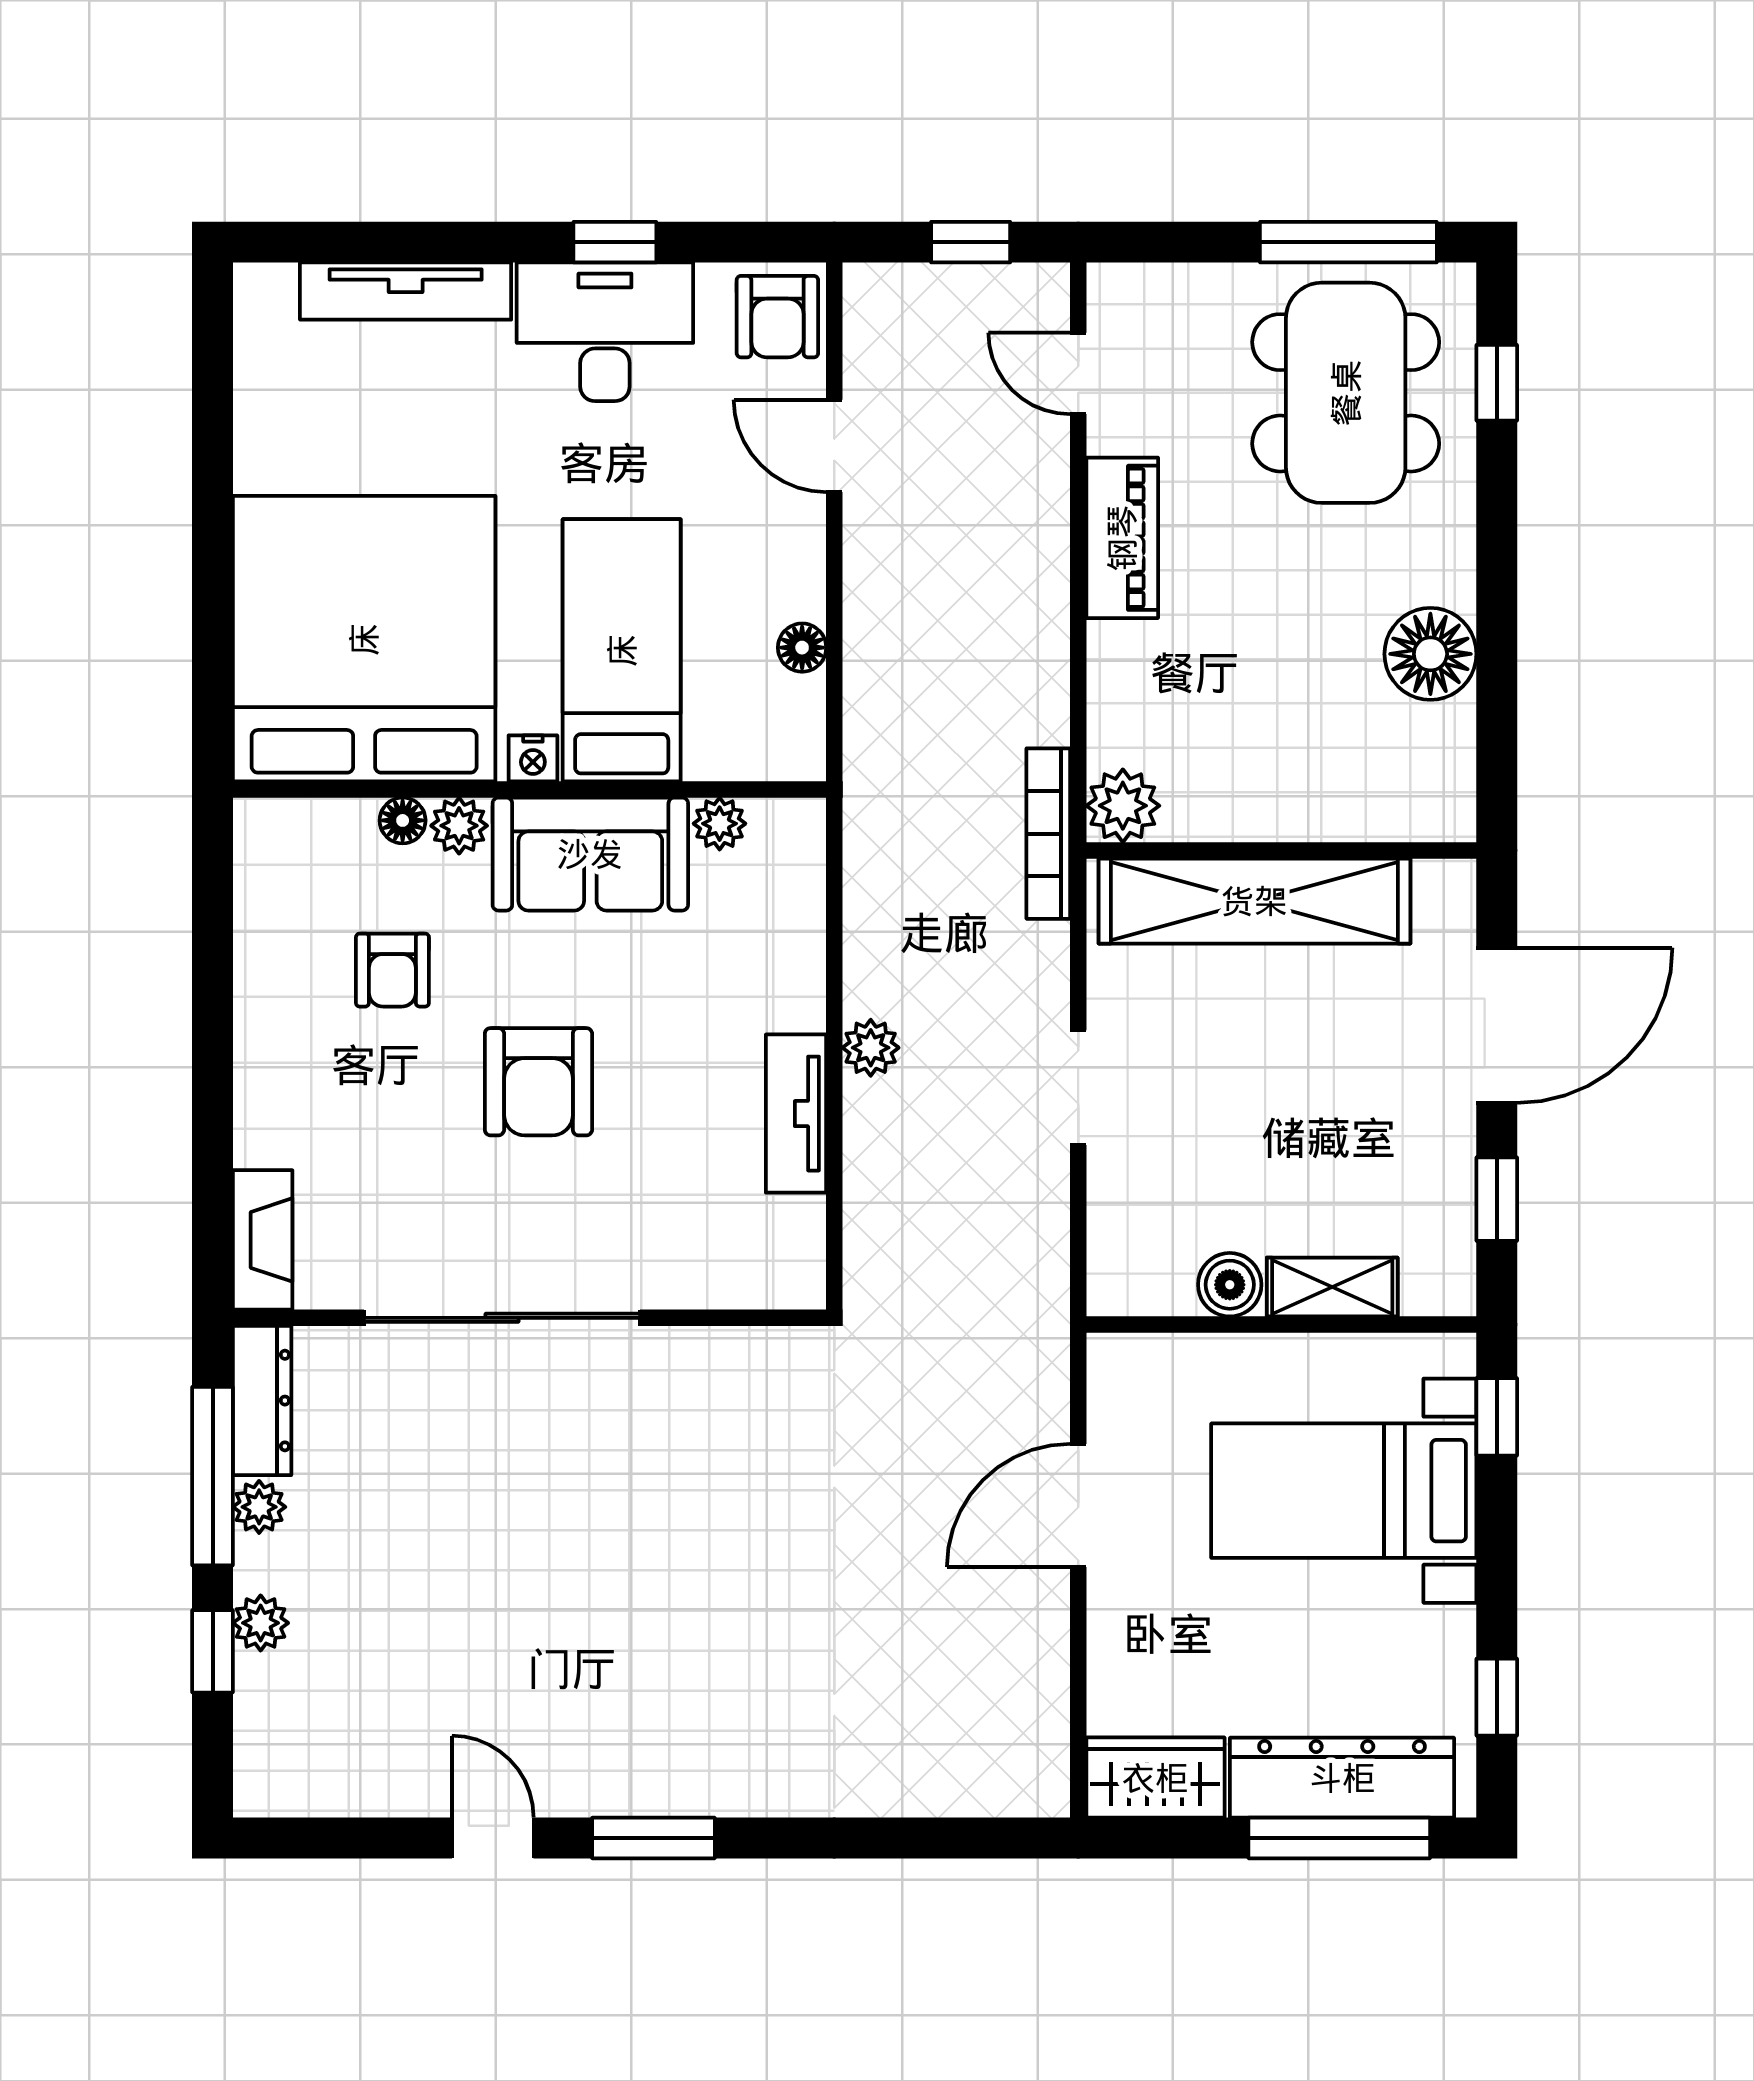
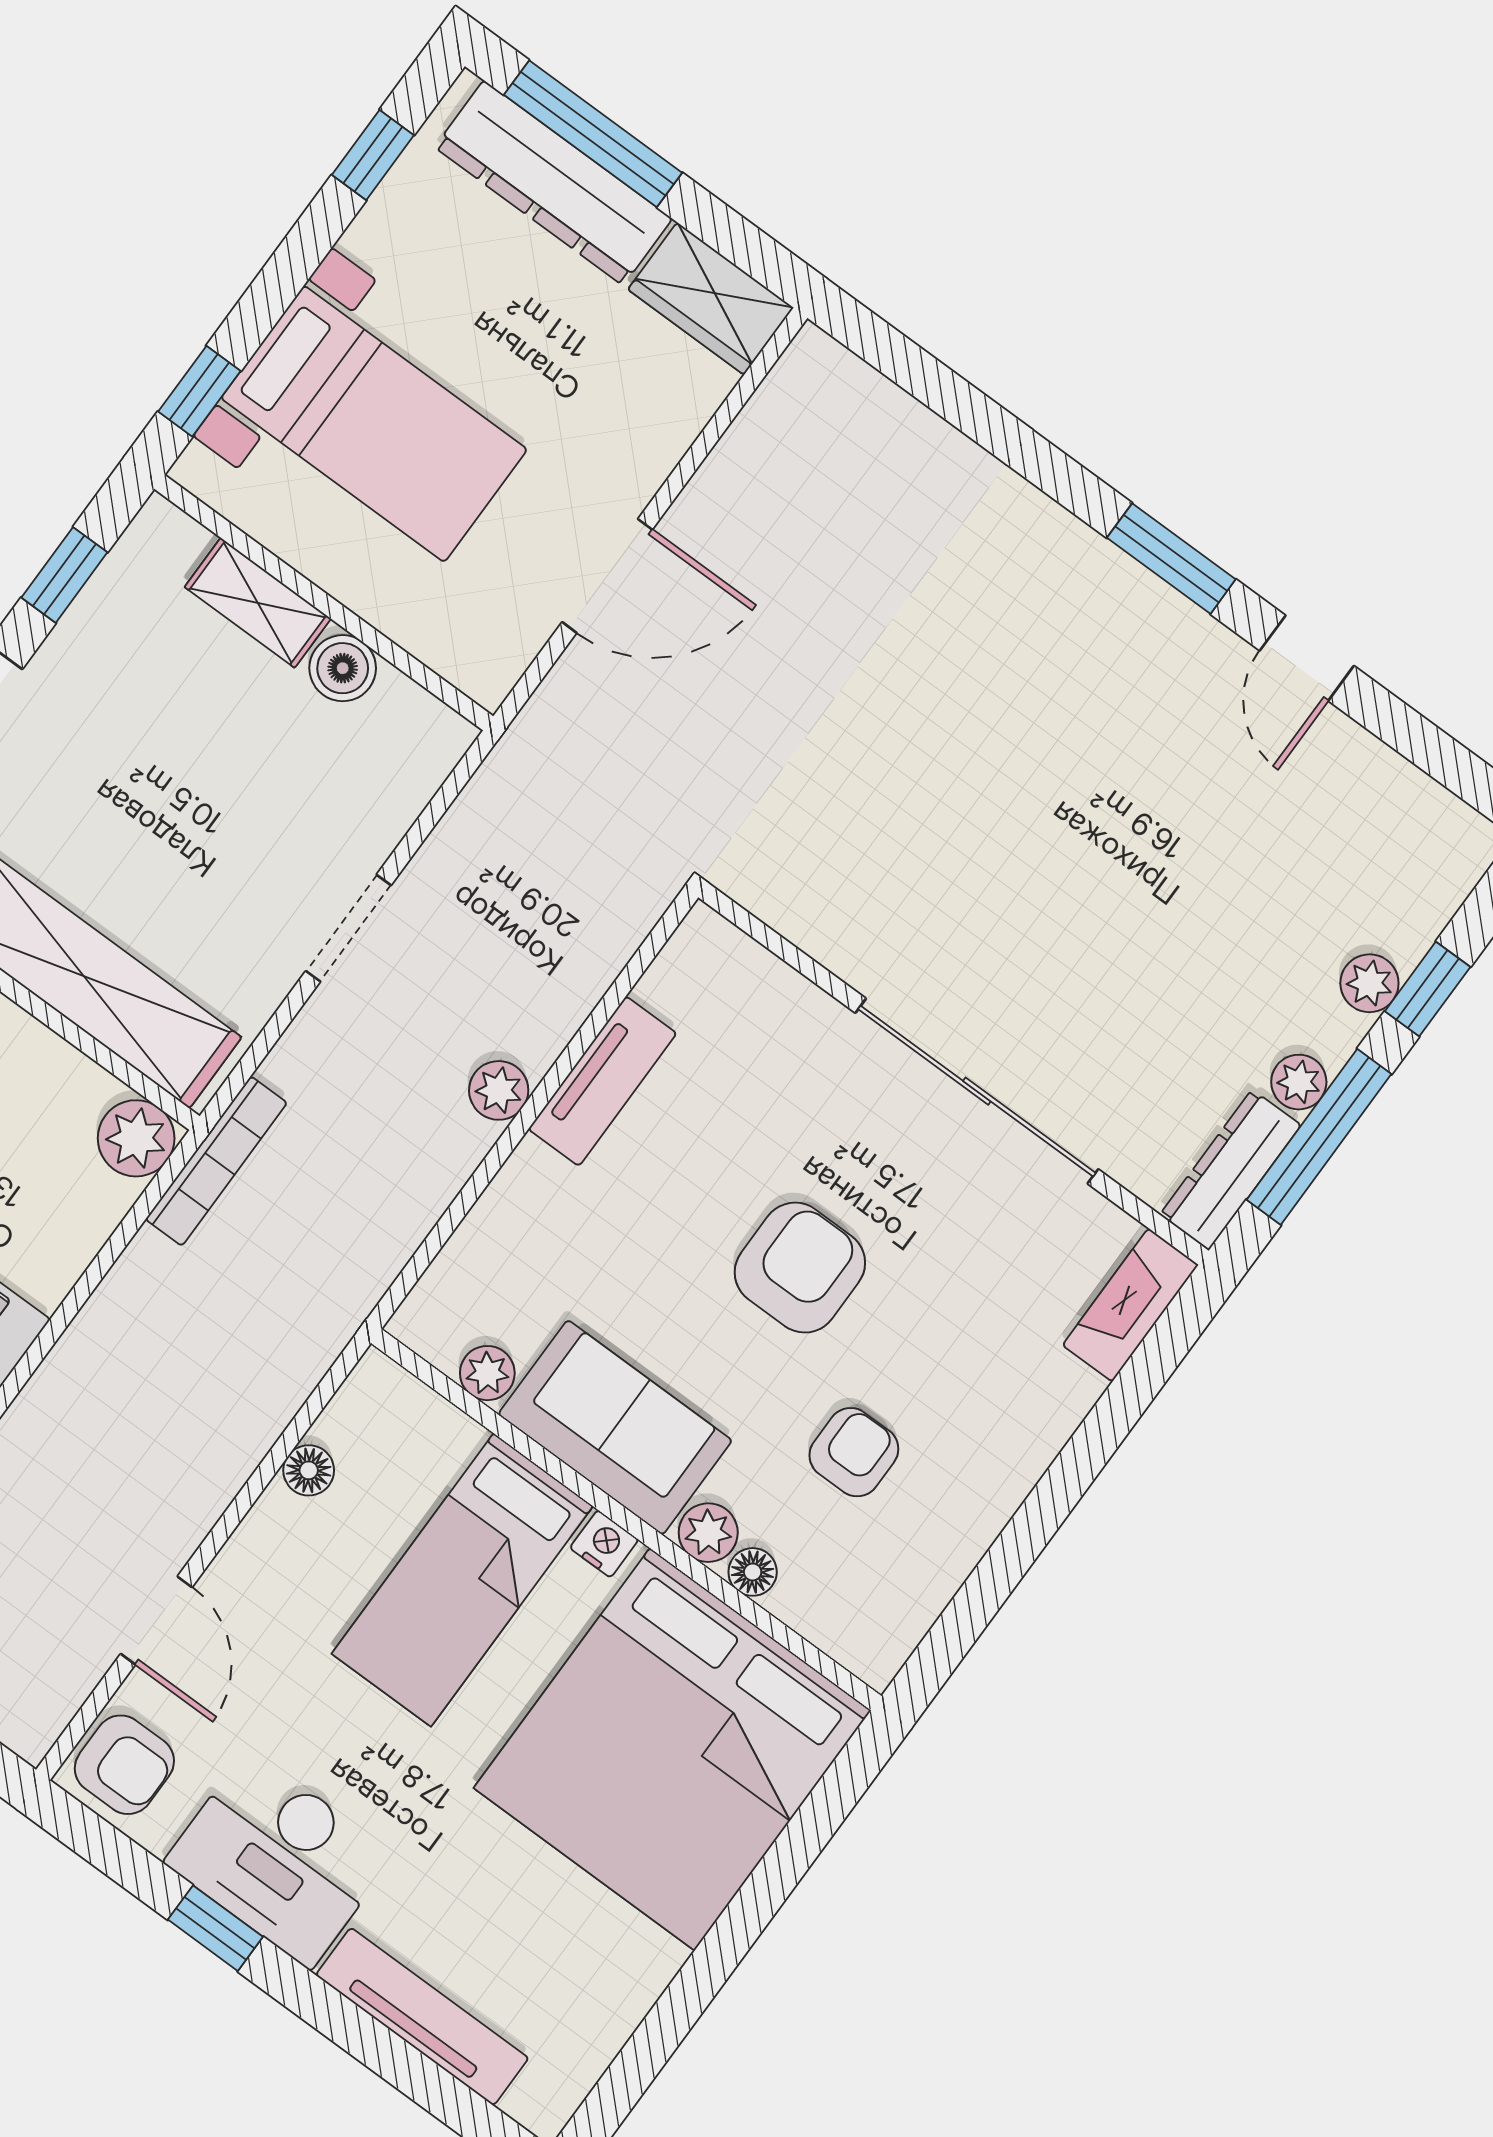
armchair: (777, 317) -> (124, 1765), turned 90

